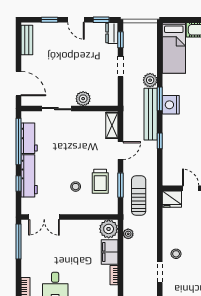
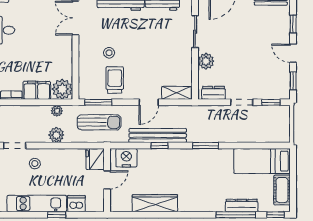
door: (76, 20) -> (293, 53), hinge flipped
dresser: (112, 33) -> (214, 93), moved
plant: (150, 80) -> (56, 135), moved
nightstand: (171, 105) -> (126, 158), moved
bench: (151, 114) -> (158, 136), moved
door: (120, 151) -> (149, 102), hinge flipped
trolley: (100, 181) -> (115, 80), turned 90
window: (120, 185) -> (98, 102), moved

